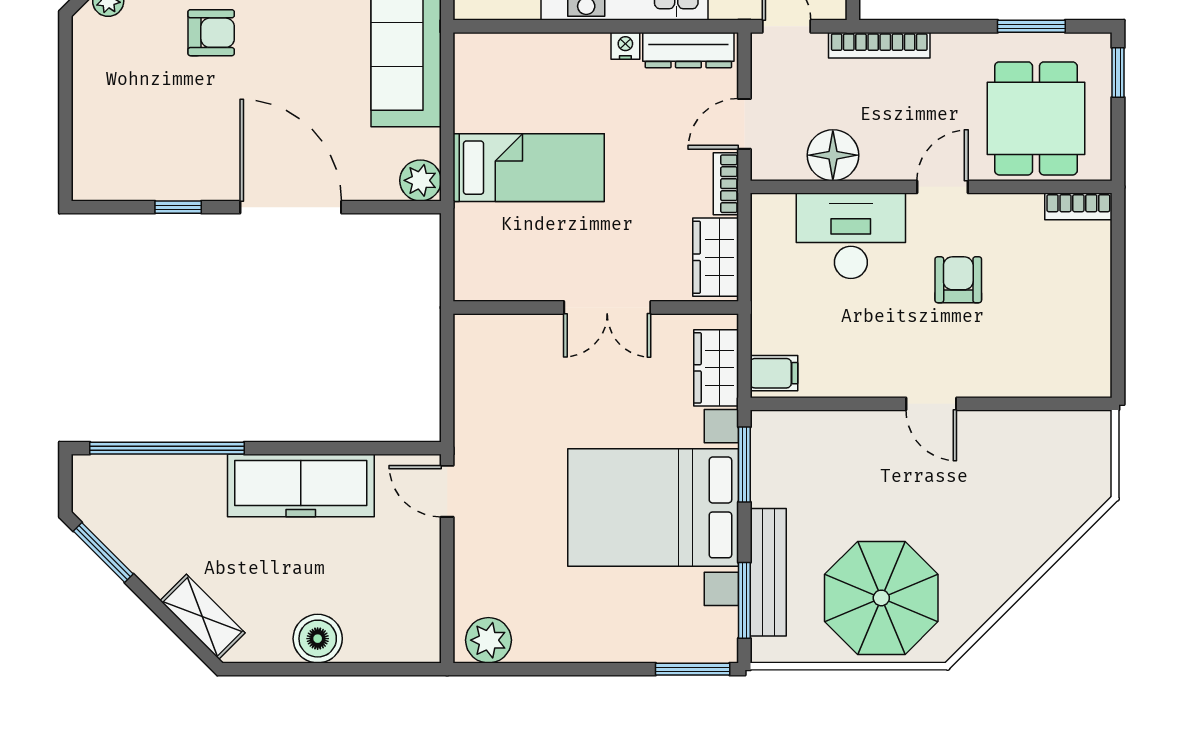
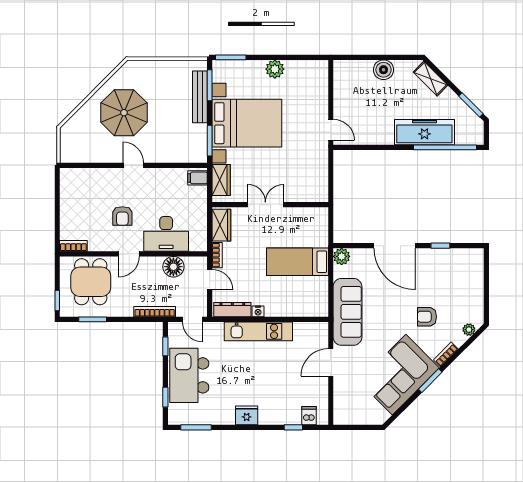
door: (744, 124) -> (210, 280), hinge flipped
freezer: (301, 486) -> (424, 132), moved
parasol: (881, 598) -> (124, 113), moved
plant: (488, 640) -> (275, 69), moved

